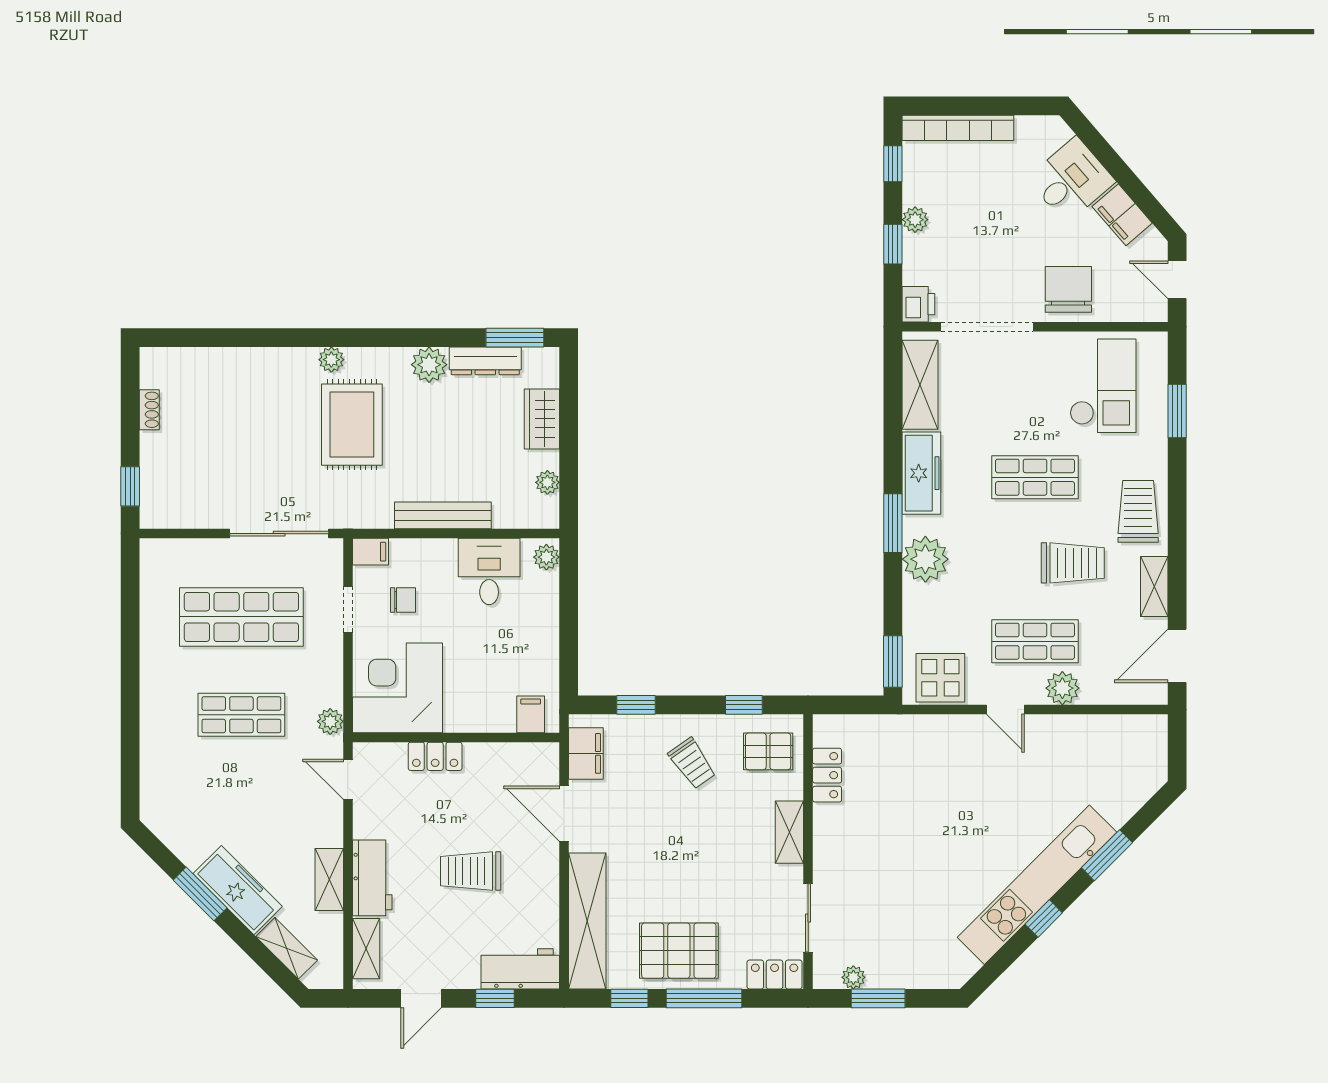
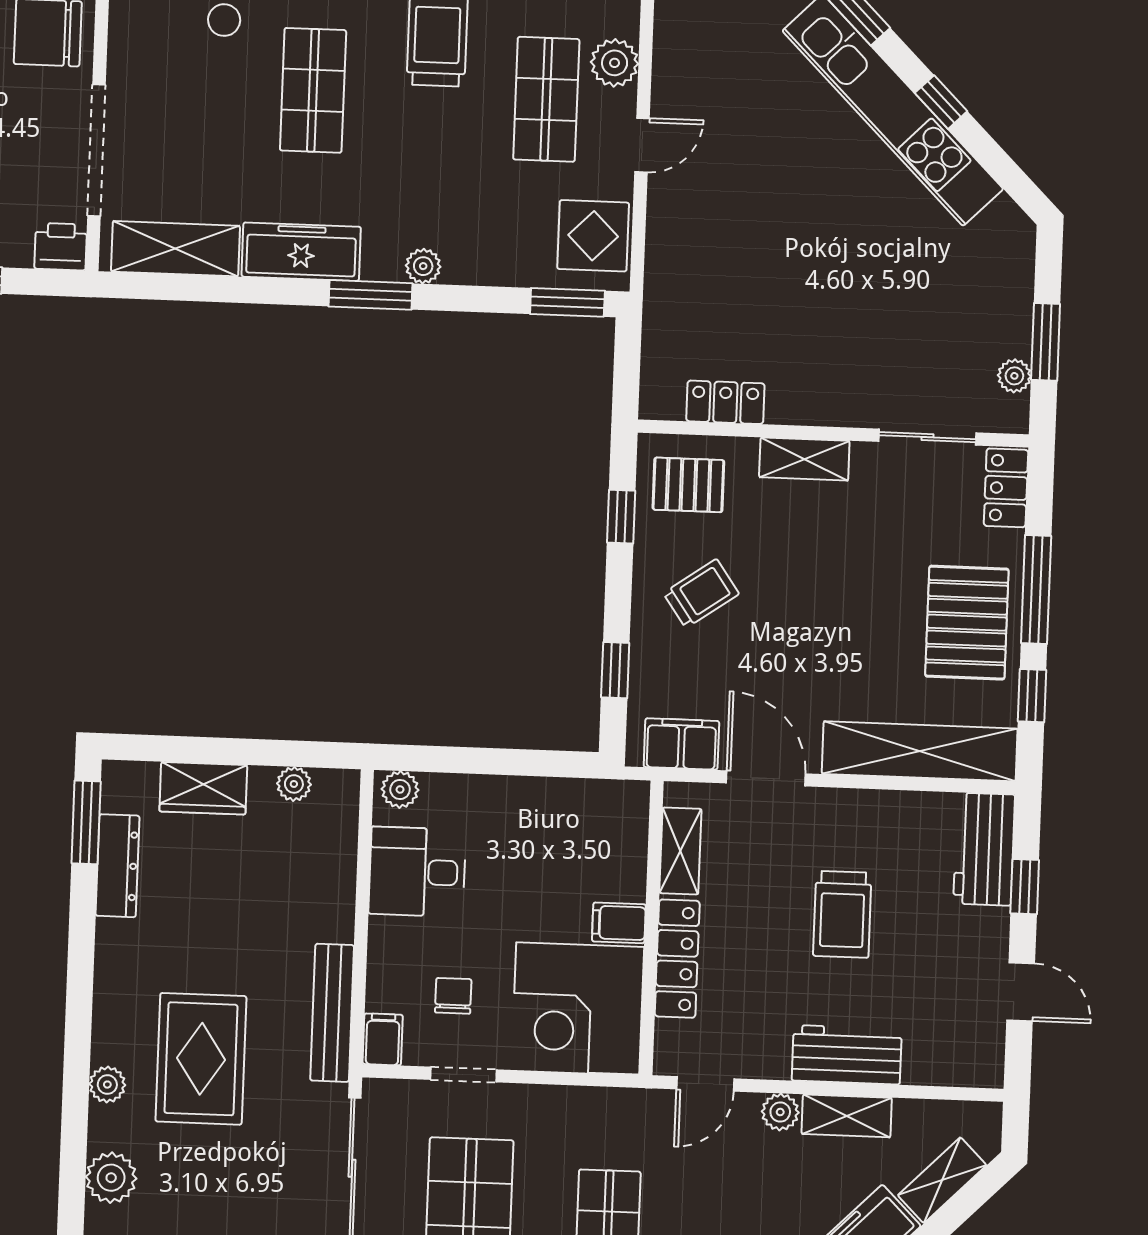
plant: (429, 365) -> (111, 1178), moved
rug: (352, 425) -> (201, 1059), turned 90
bench: (443, 515) -> (332, 1013), moved
plant: (925, 559) -> (423, 266), width x0.53, depth x0.53
filing cabinet: (531, 714) -> (619, 923), moved
plant: (330, 721) -> (780, 1112), moved
pallet: (768, 751) -> (688, 485), turned 90
locker: (435, 756) -> (677, 959), width x1.53
door: (564, 814) -> (766, 778), swing flipped
shelving: (366, 949) -> (680, 851), moved, turned 90

